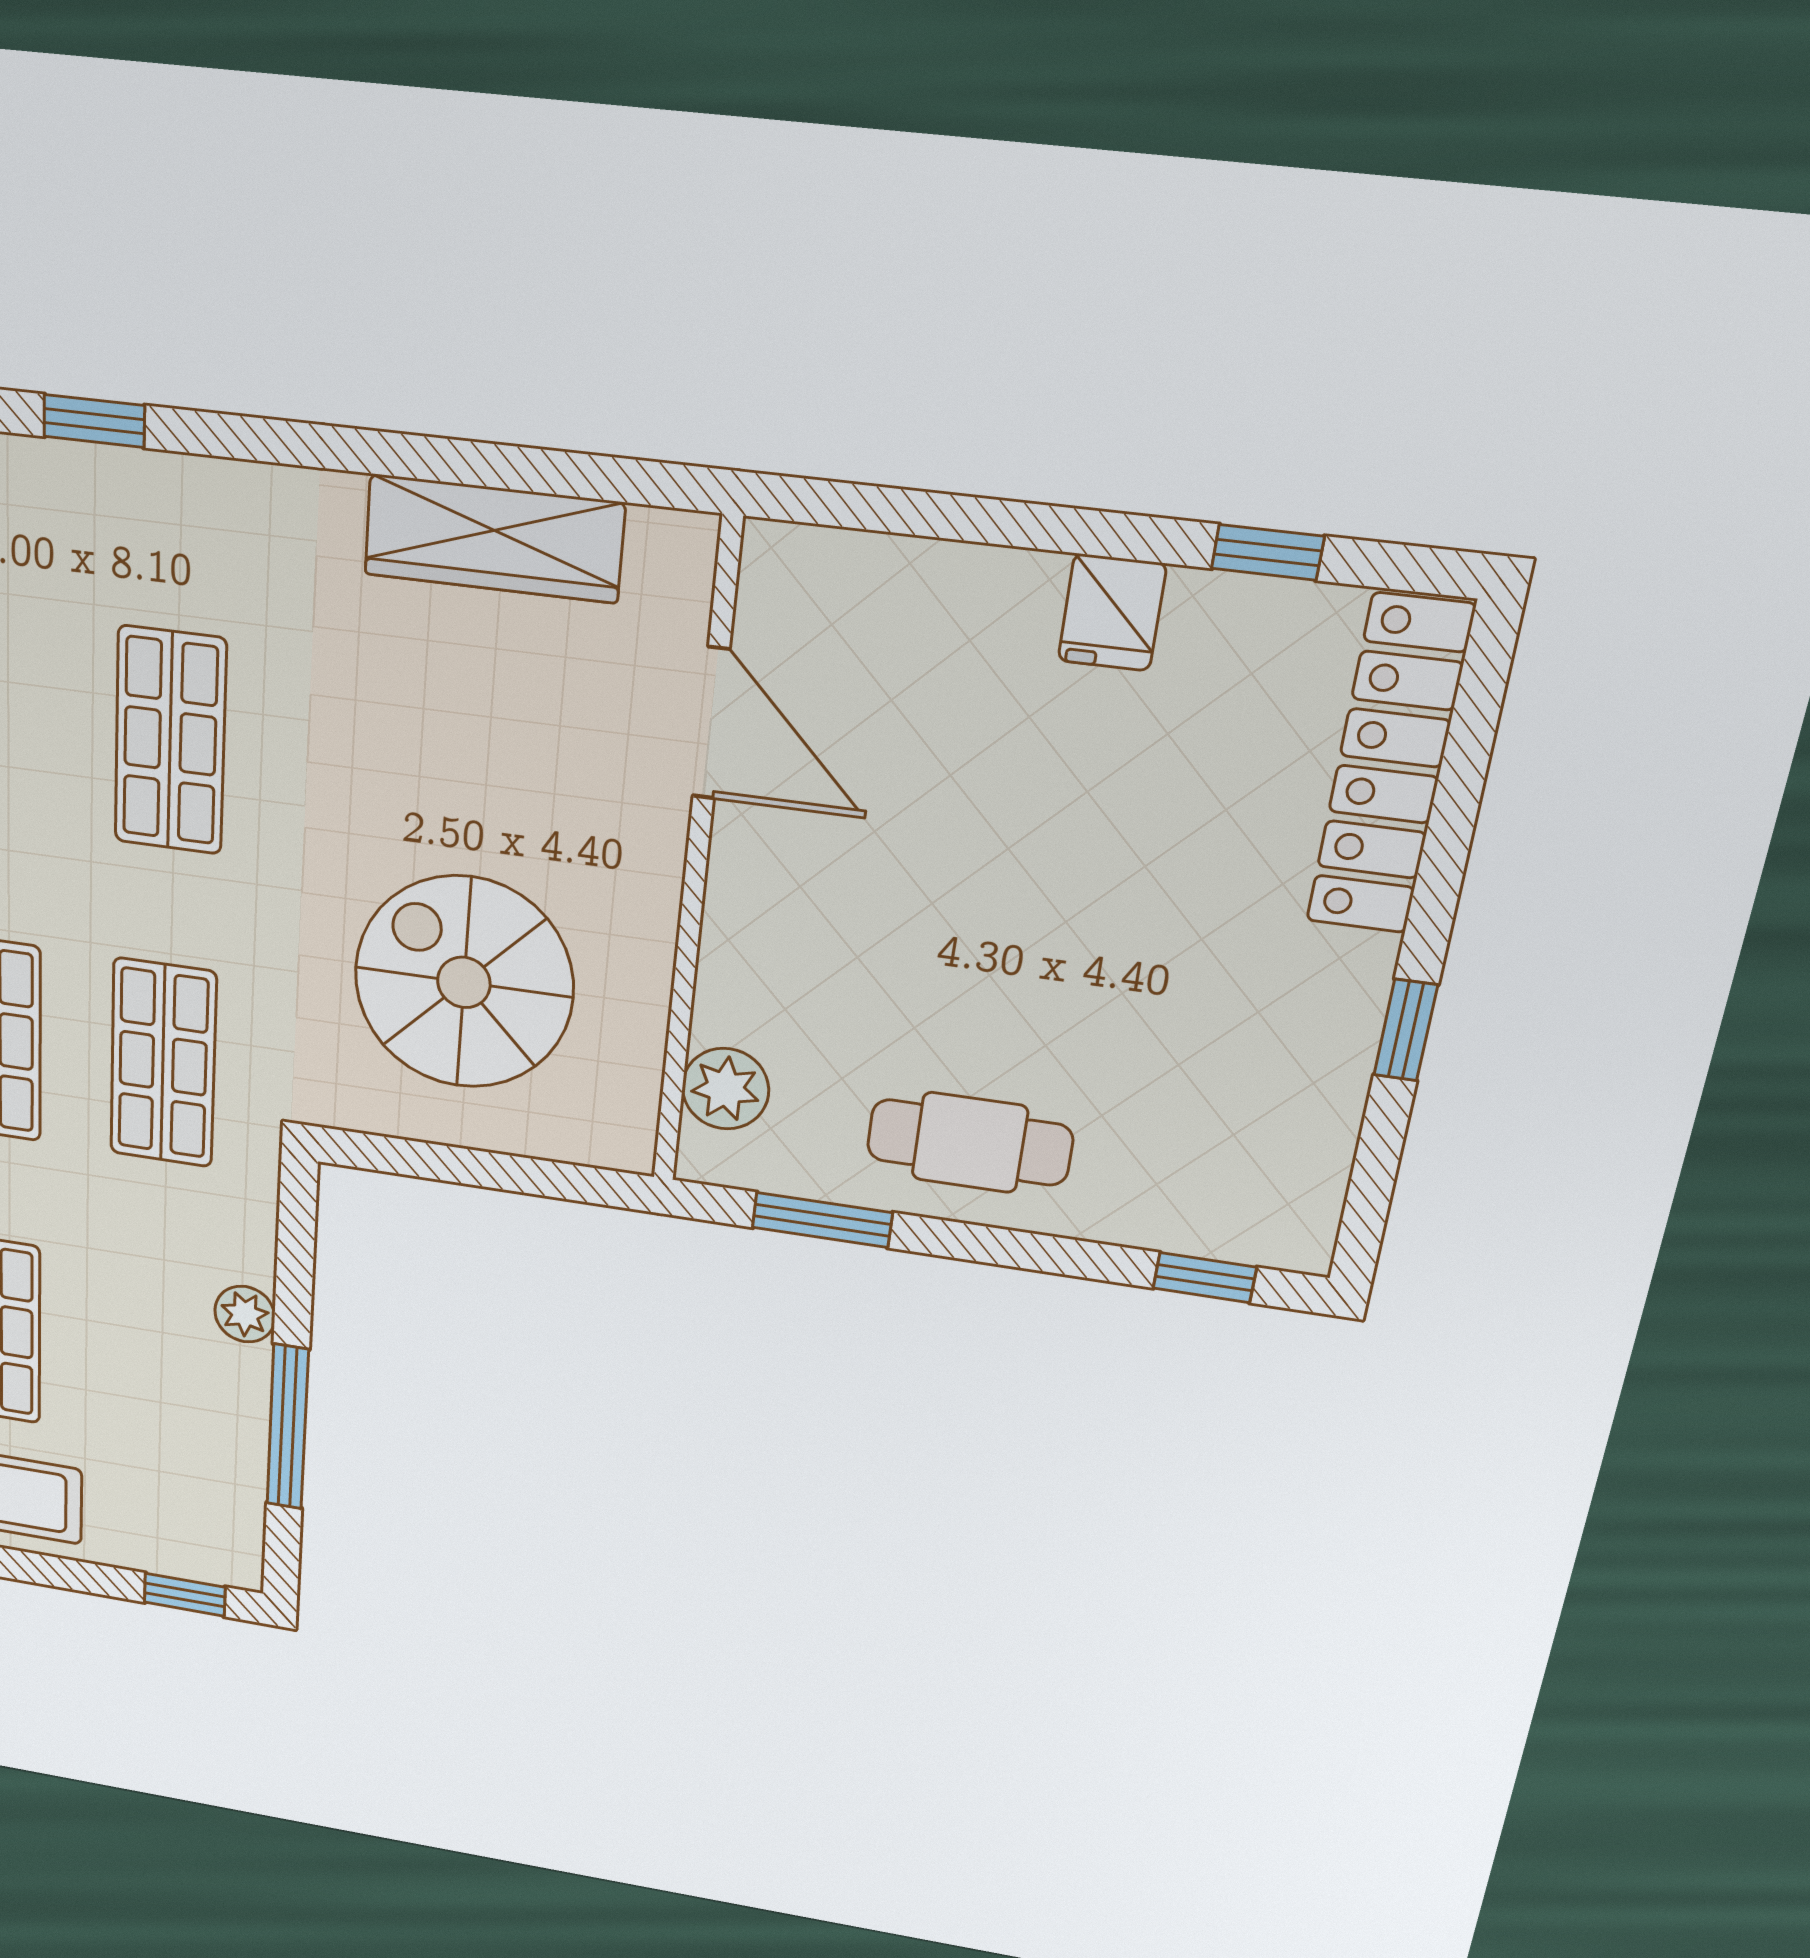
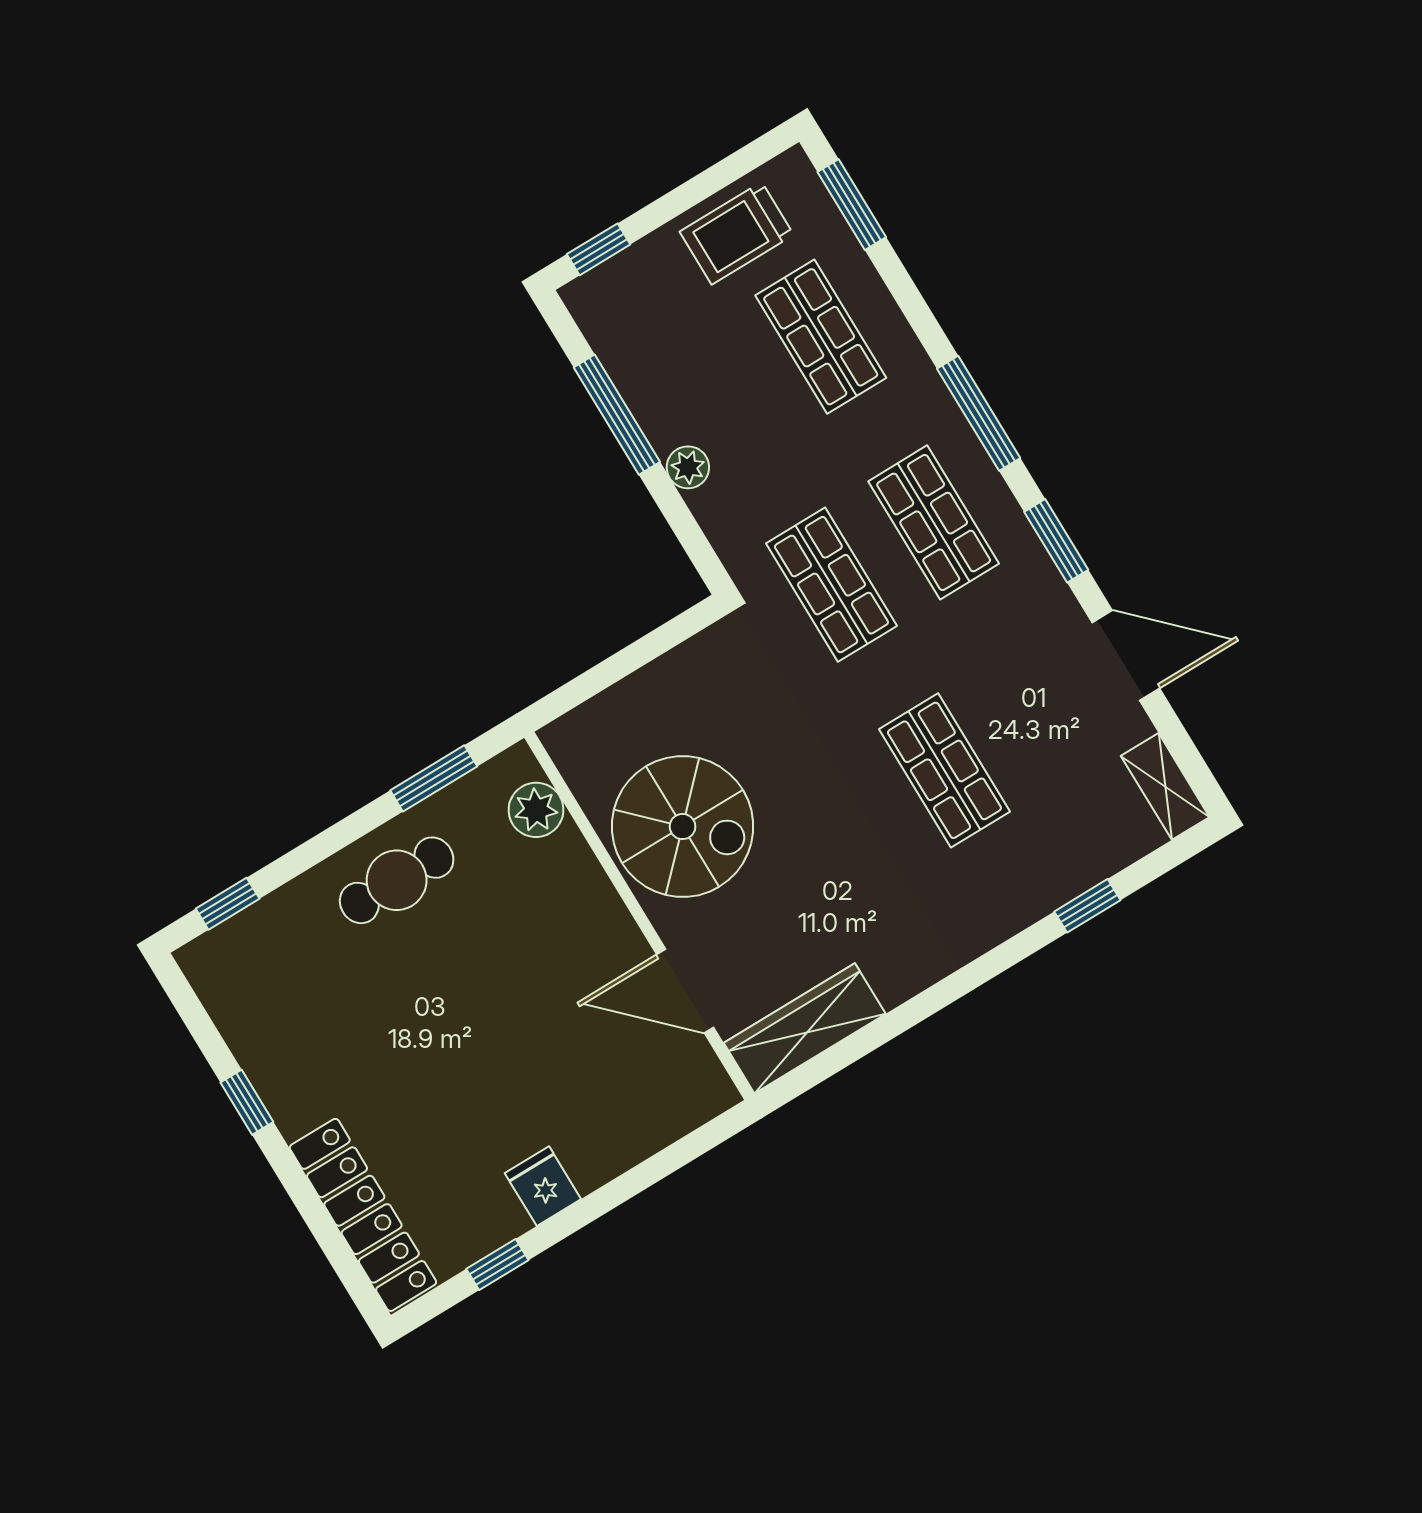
wardrobe: (494, 539) -> (805, 1028), moved
spiral stairs: (464, 982) -> (683, 827), moved

